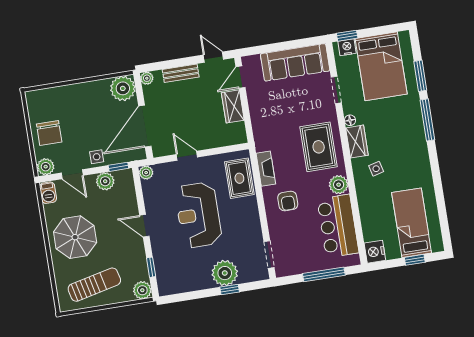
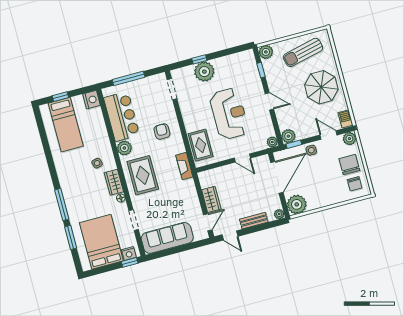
chair: (45, 107) -> (355, 184), added
fireplace: (266, 169) -> (184, 166), moved
plant: (105, 181) -> (288, 136), moved

